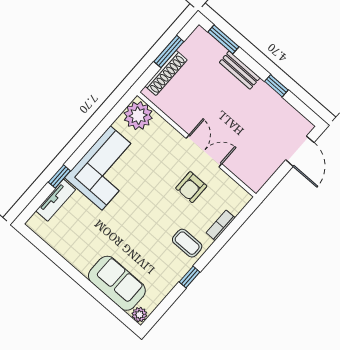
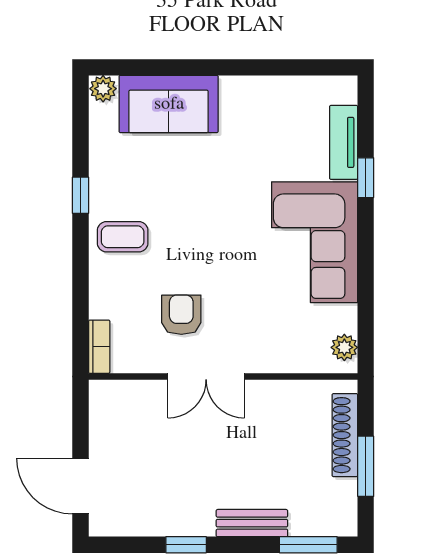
plant: (138, 116) -> (344, 347), width x0.53, depth x0.53
bookcase: (221, 225) -> (99, 347), moved

